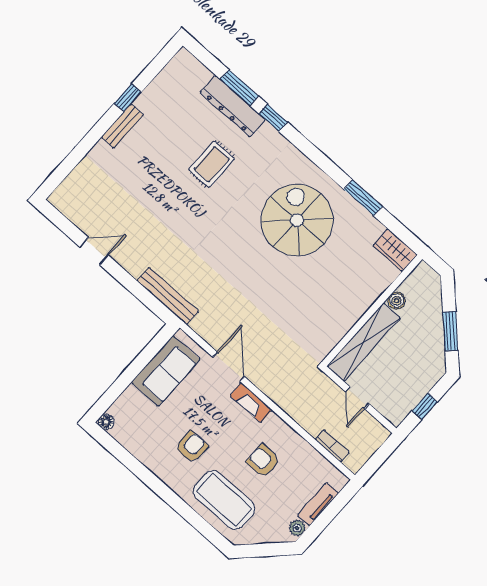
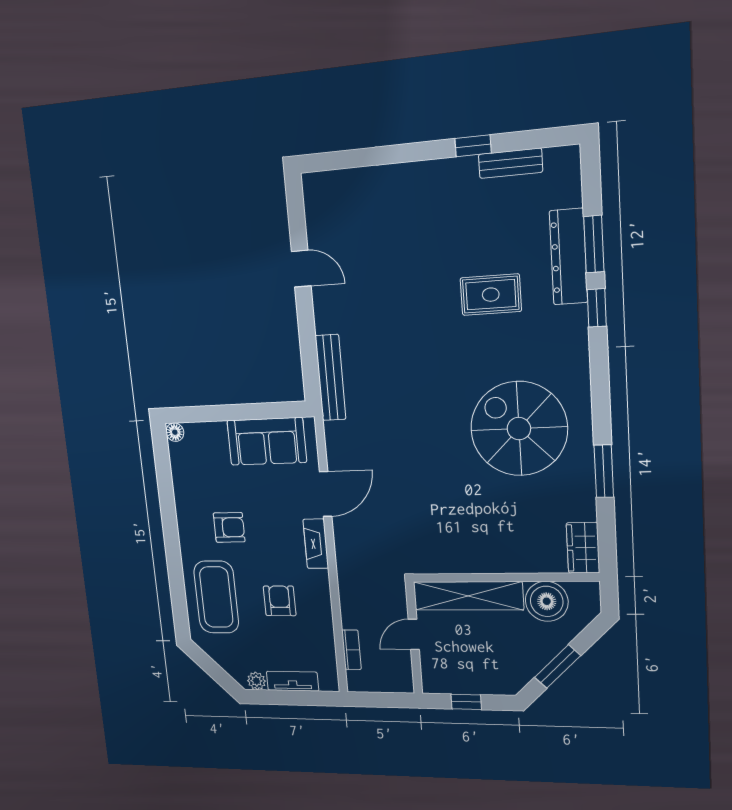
bench: (122, 126) -> (510, 163), moved
spiral stairs: (297, 220) -> (519, 429), turned -90
boiler: (397, 301) -> (547, 601), width x1.86, depth x1.86

